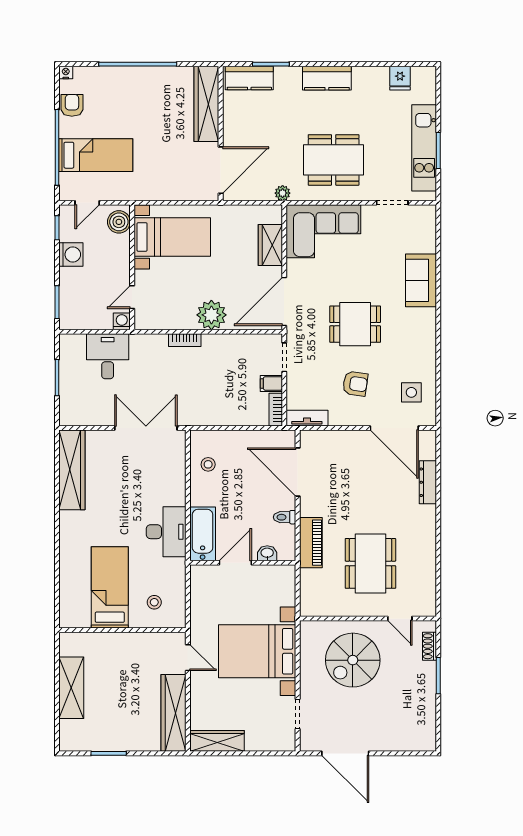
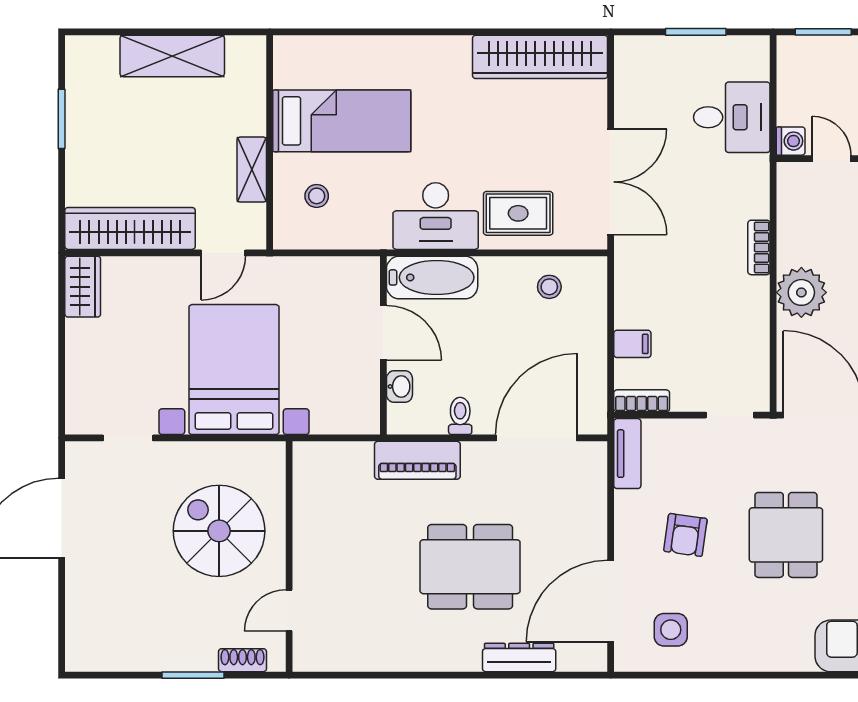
filing cabinet: (271, 383) -> (632, 344), moved, turned 90
rug: (165, 483) -> (518, 213), added
dining table: (370, 563) -> (470, 567), moved
shelving: (139, 641) -> (252, 170), added
wardrobe: (217, 741) -> (83, 287), width x0.67

